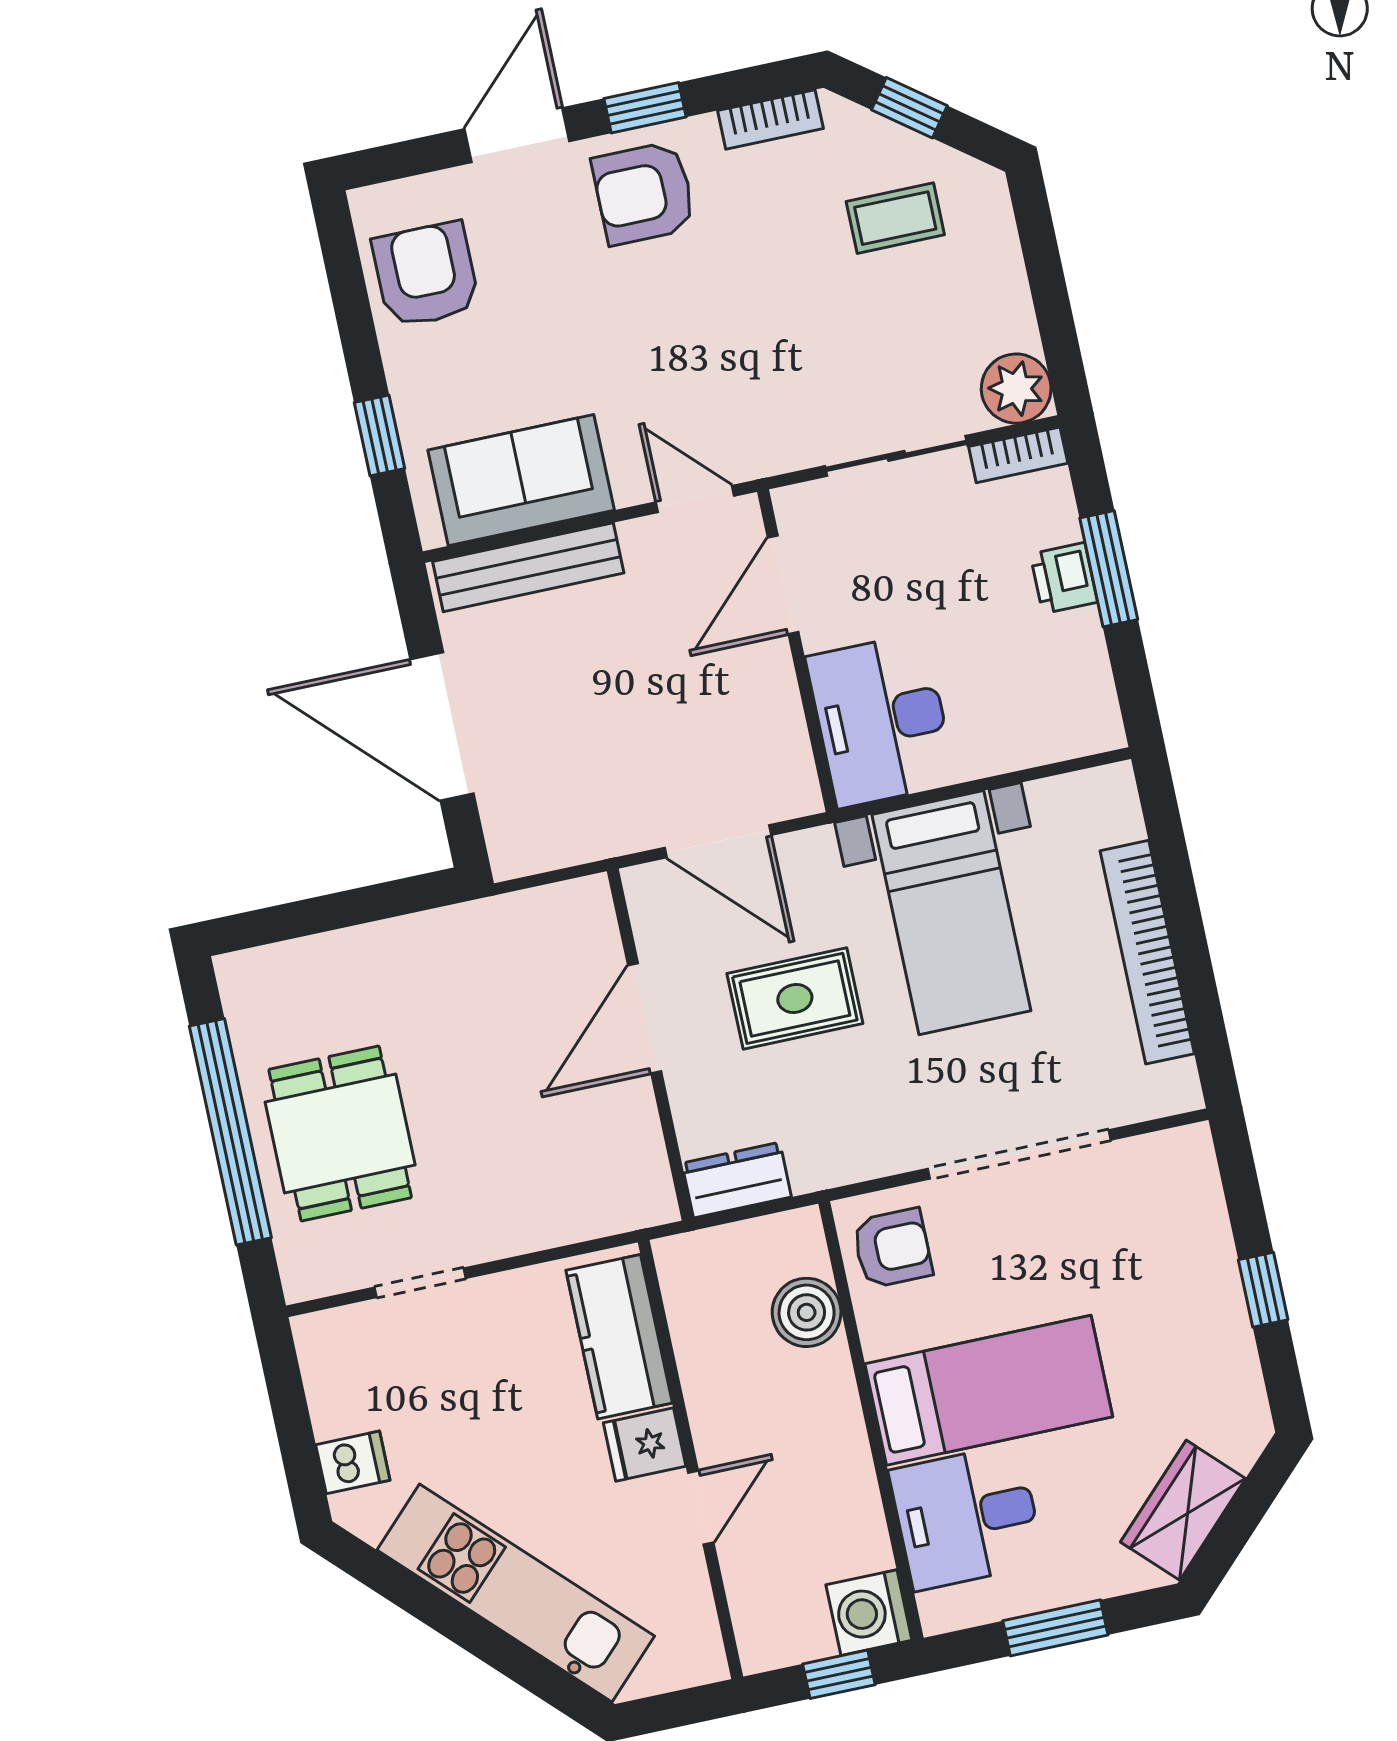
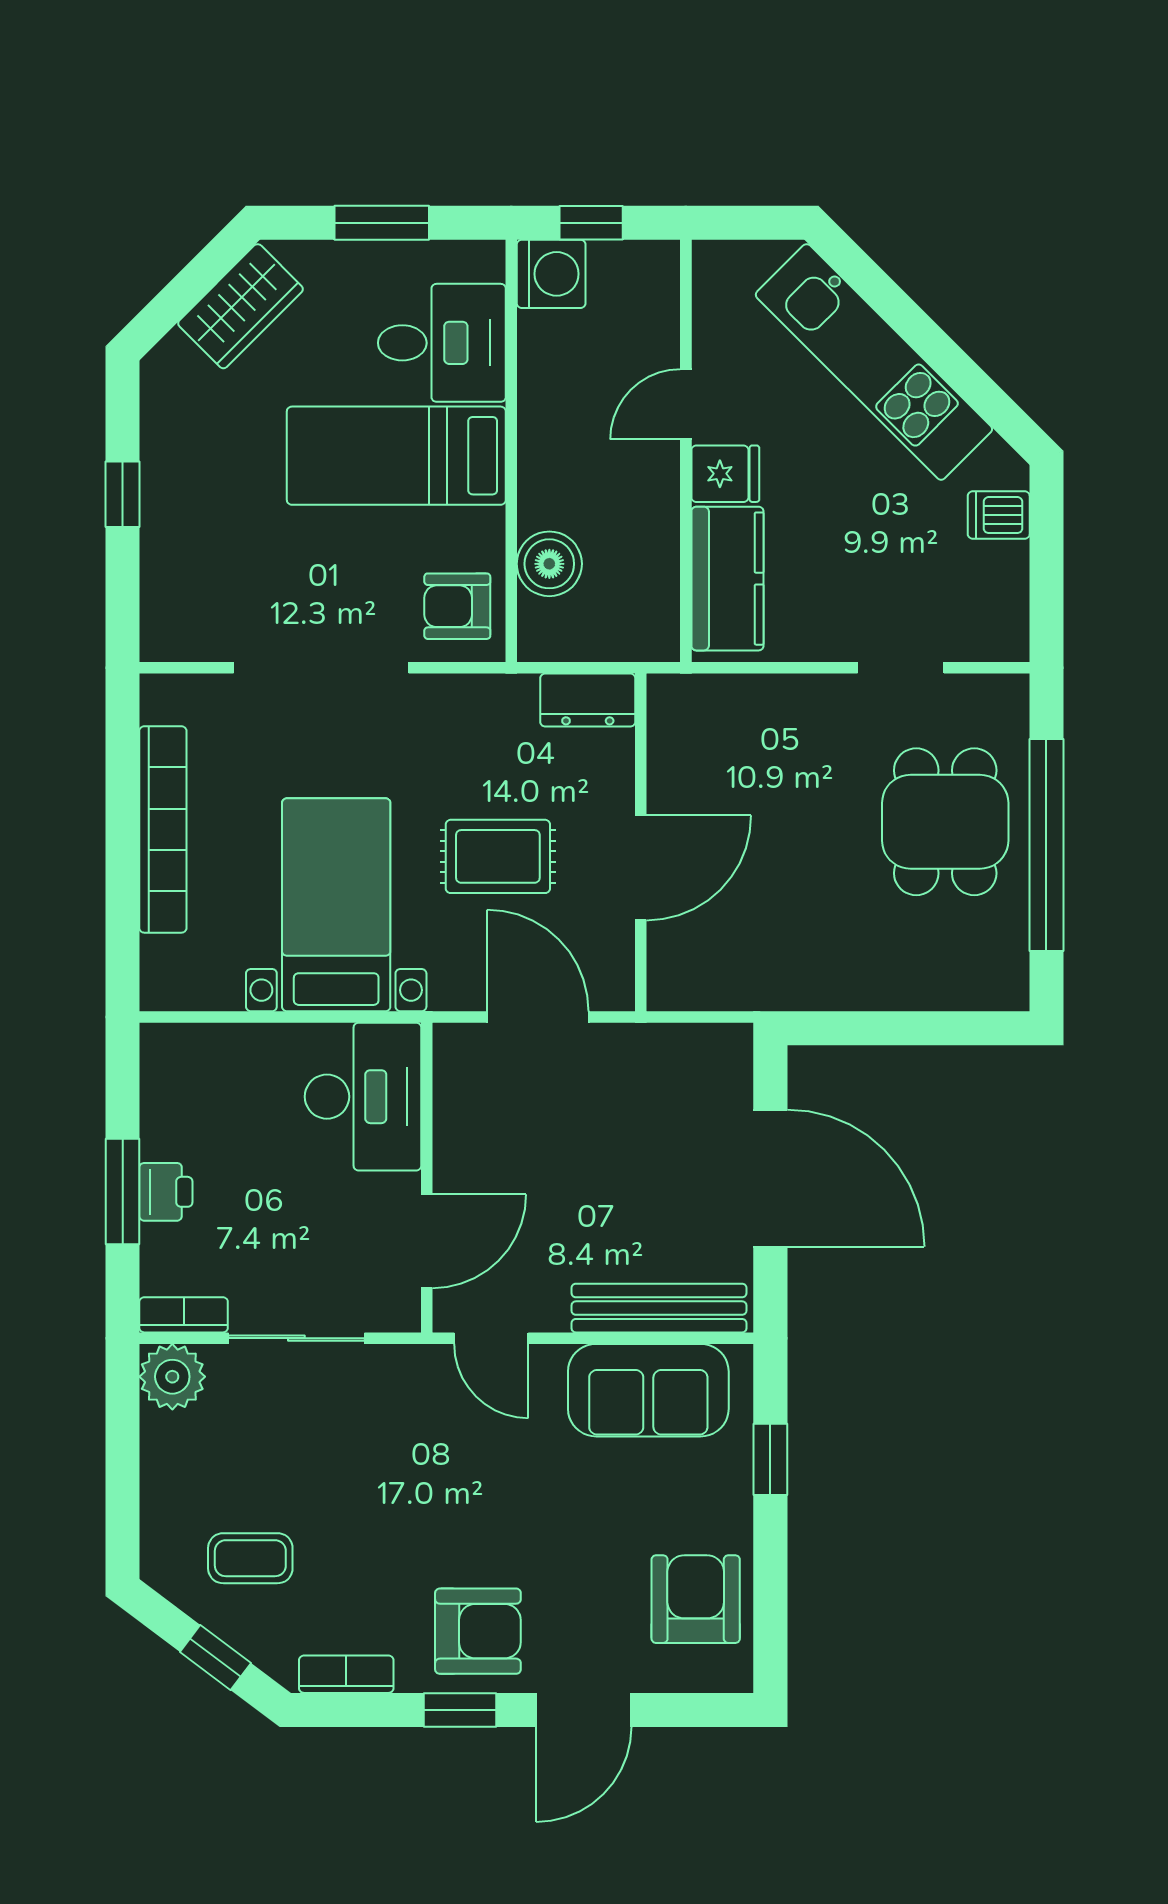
armchair: (426, 275) -> (696, 1599), turned 180

